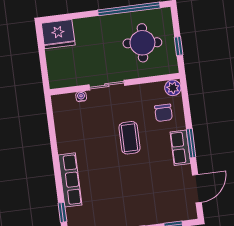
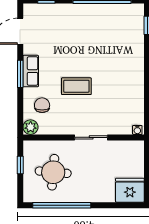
water cooler: (81, 97) -> (137, 130), moved
coffee table: (129, 138) -> (76, 86), turned 90
row of seats: (70, 180) -> (136, 54), removed

